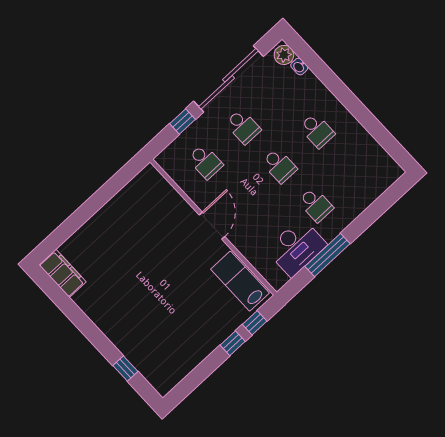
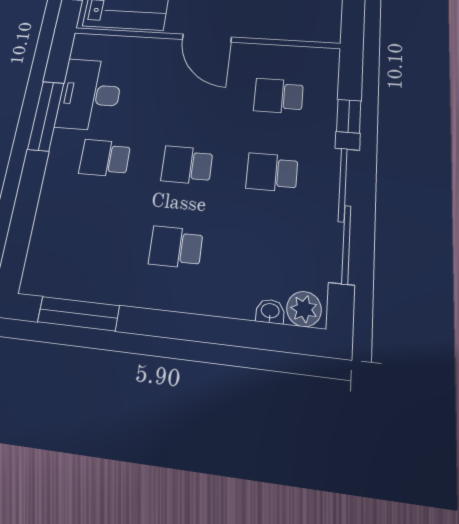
window: (385, 139) -> (78, 314), added

